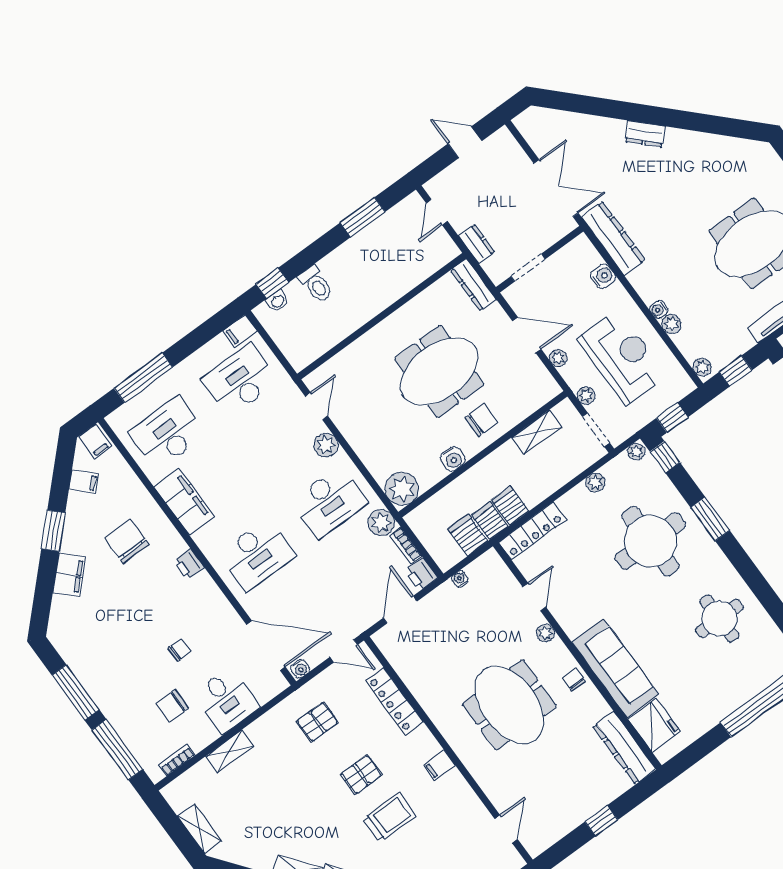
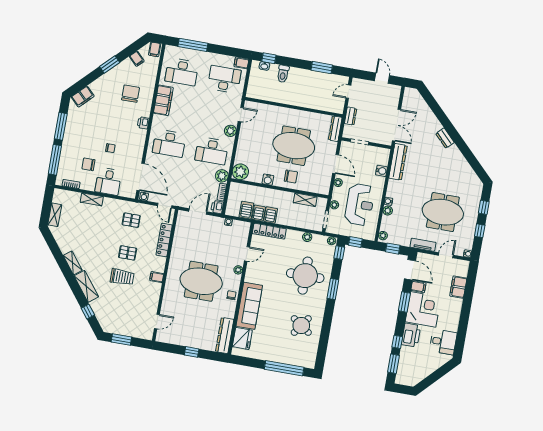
desk: (168, 433) -> (182, 72), turned 180
filing cabinet: (69, 575) -> (83, 97), moved
round table: (719, 619) -> (301, 326), turned 35
meeting table: (509, 705) -> (201, 281), turned 90

